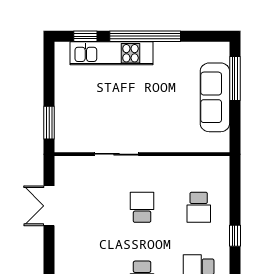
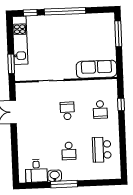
kitchen unit: (111, 53) -> (20, 40), moved, turned -90
sofa: (215, 97) -> (96, 69), moved, turned 90
window: (235, 236) -> (121, 104), moved

